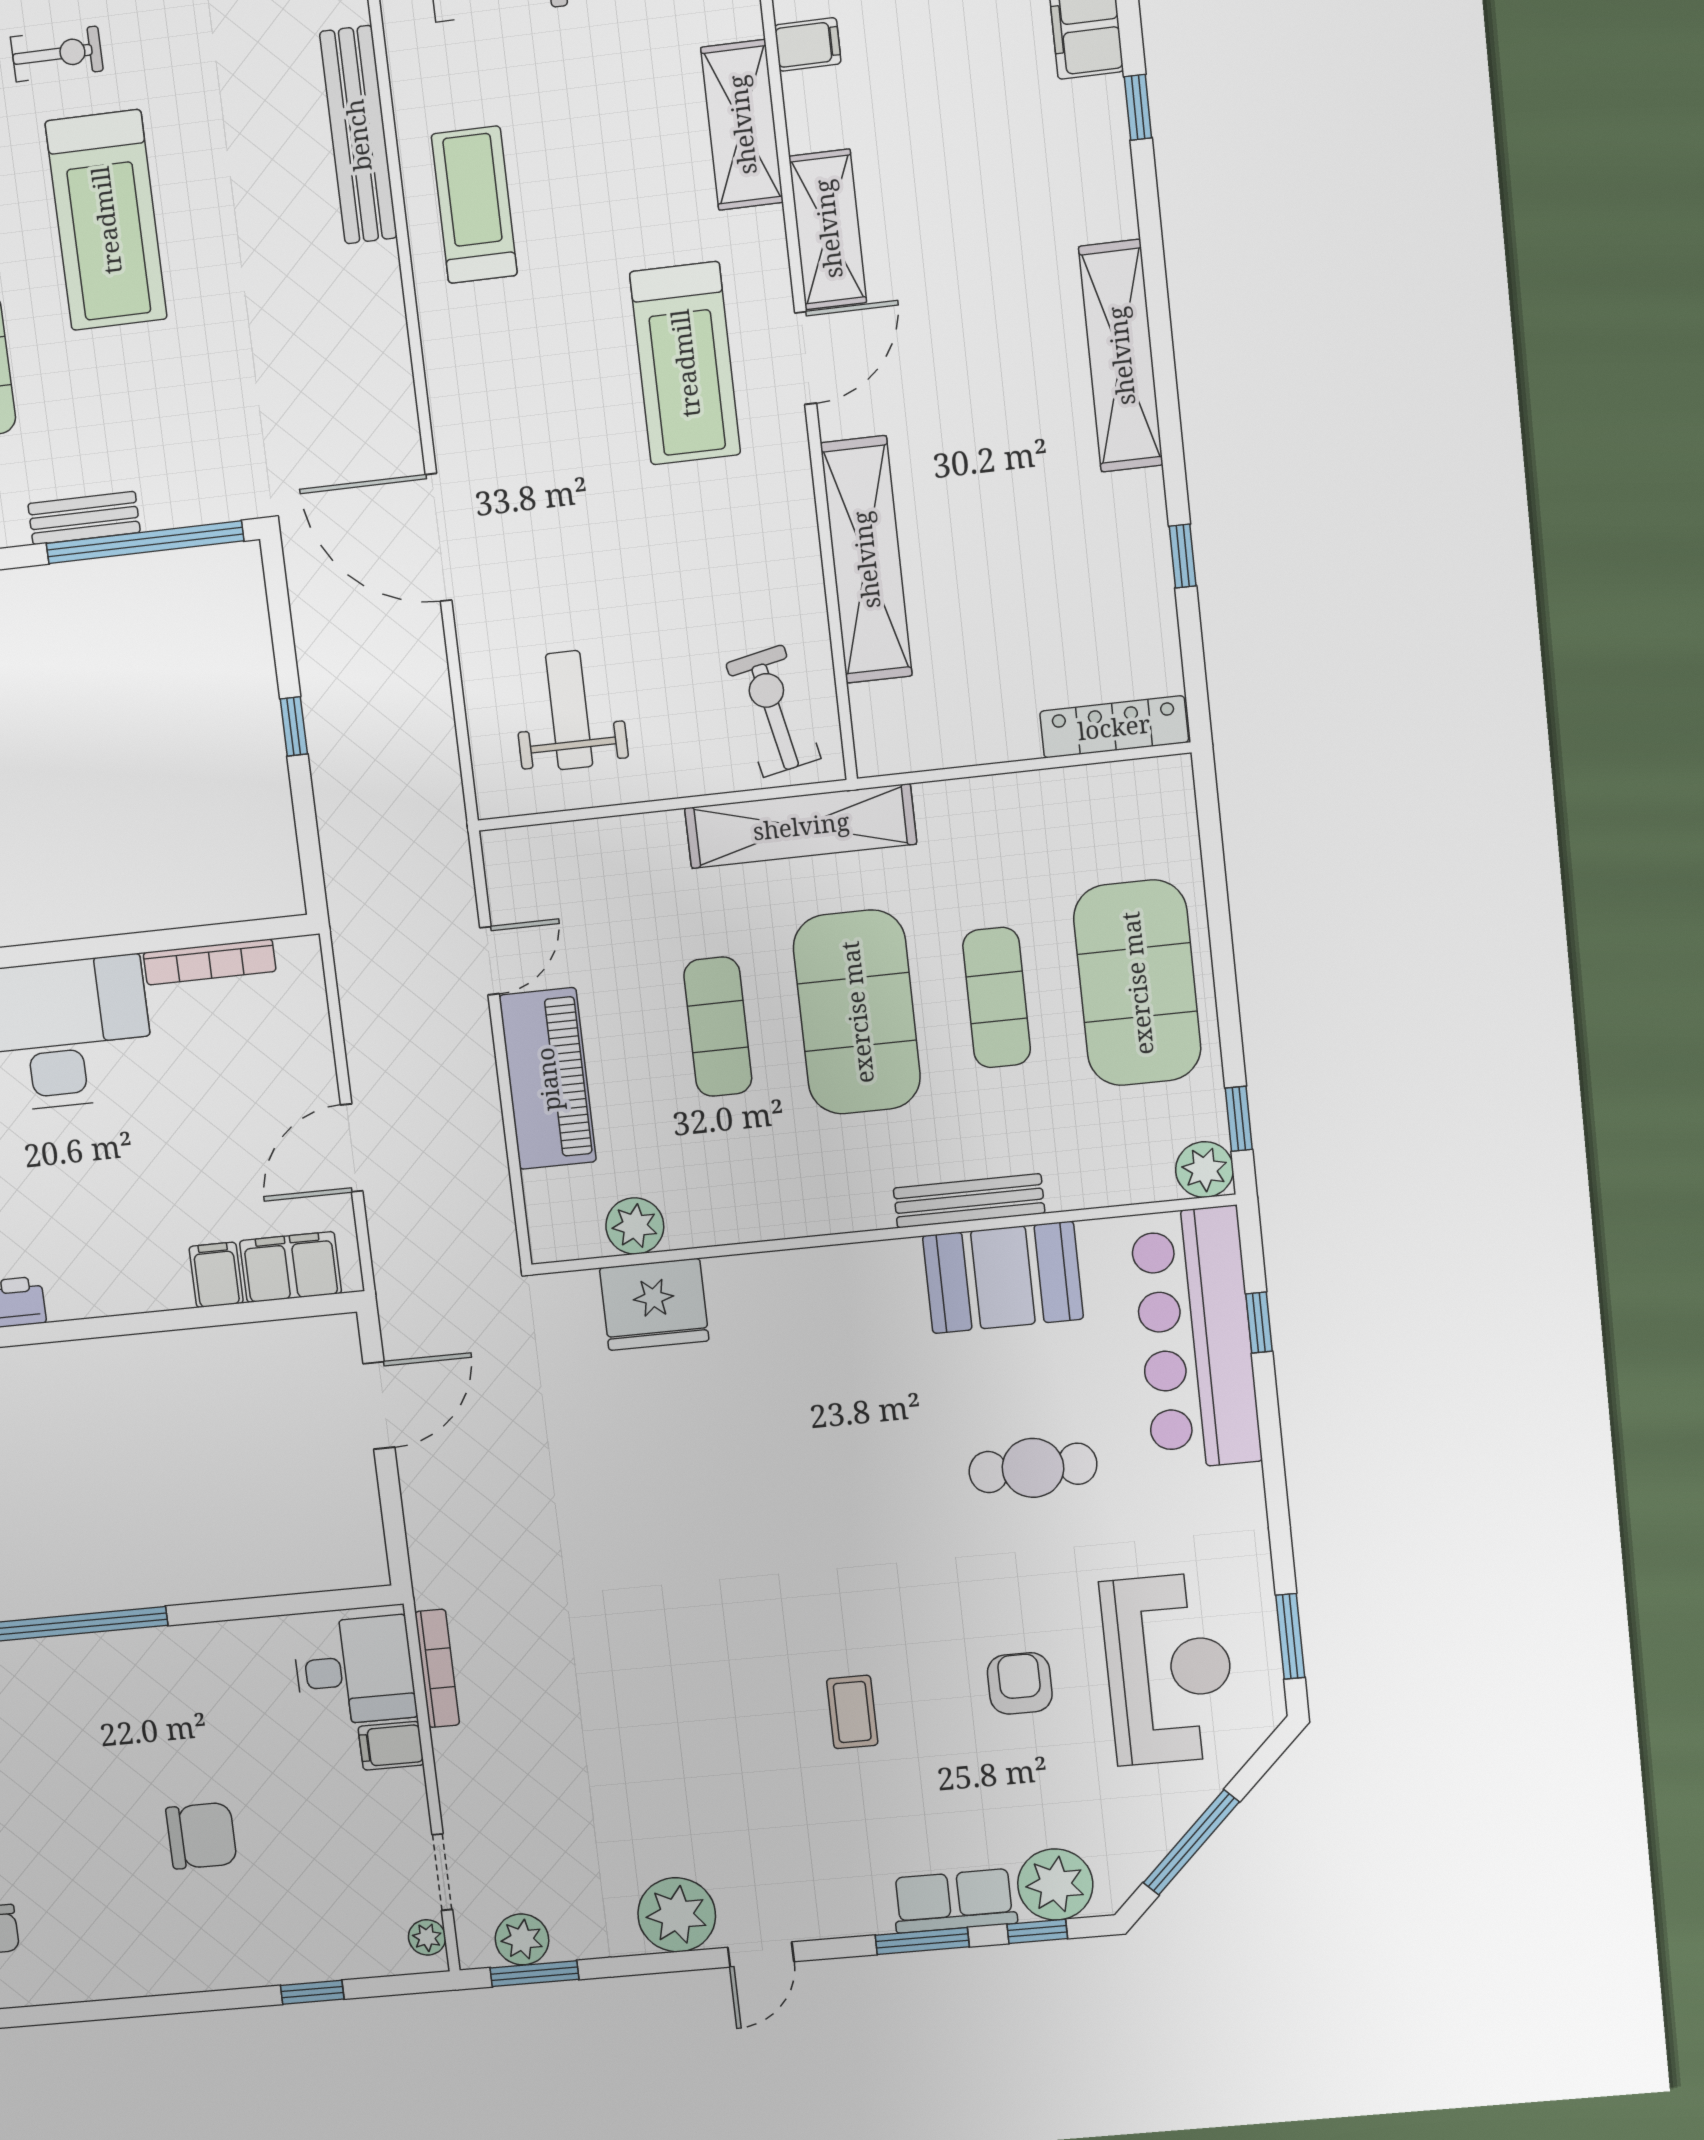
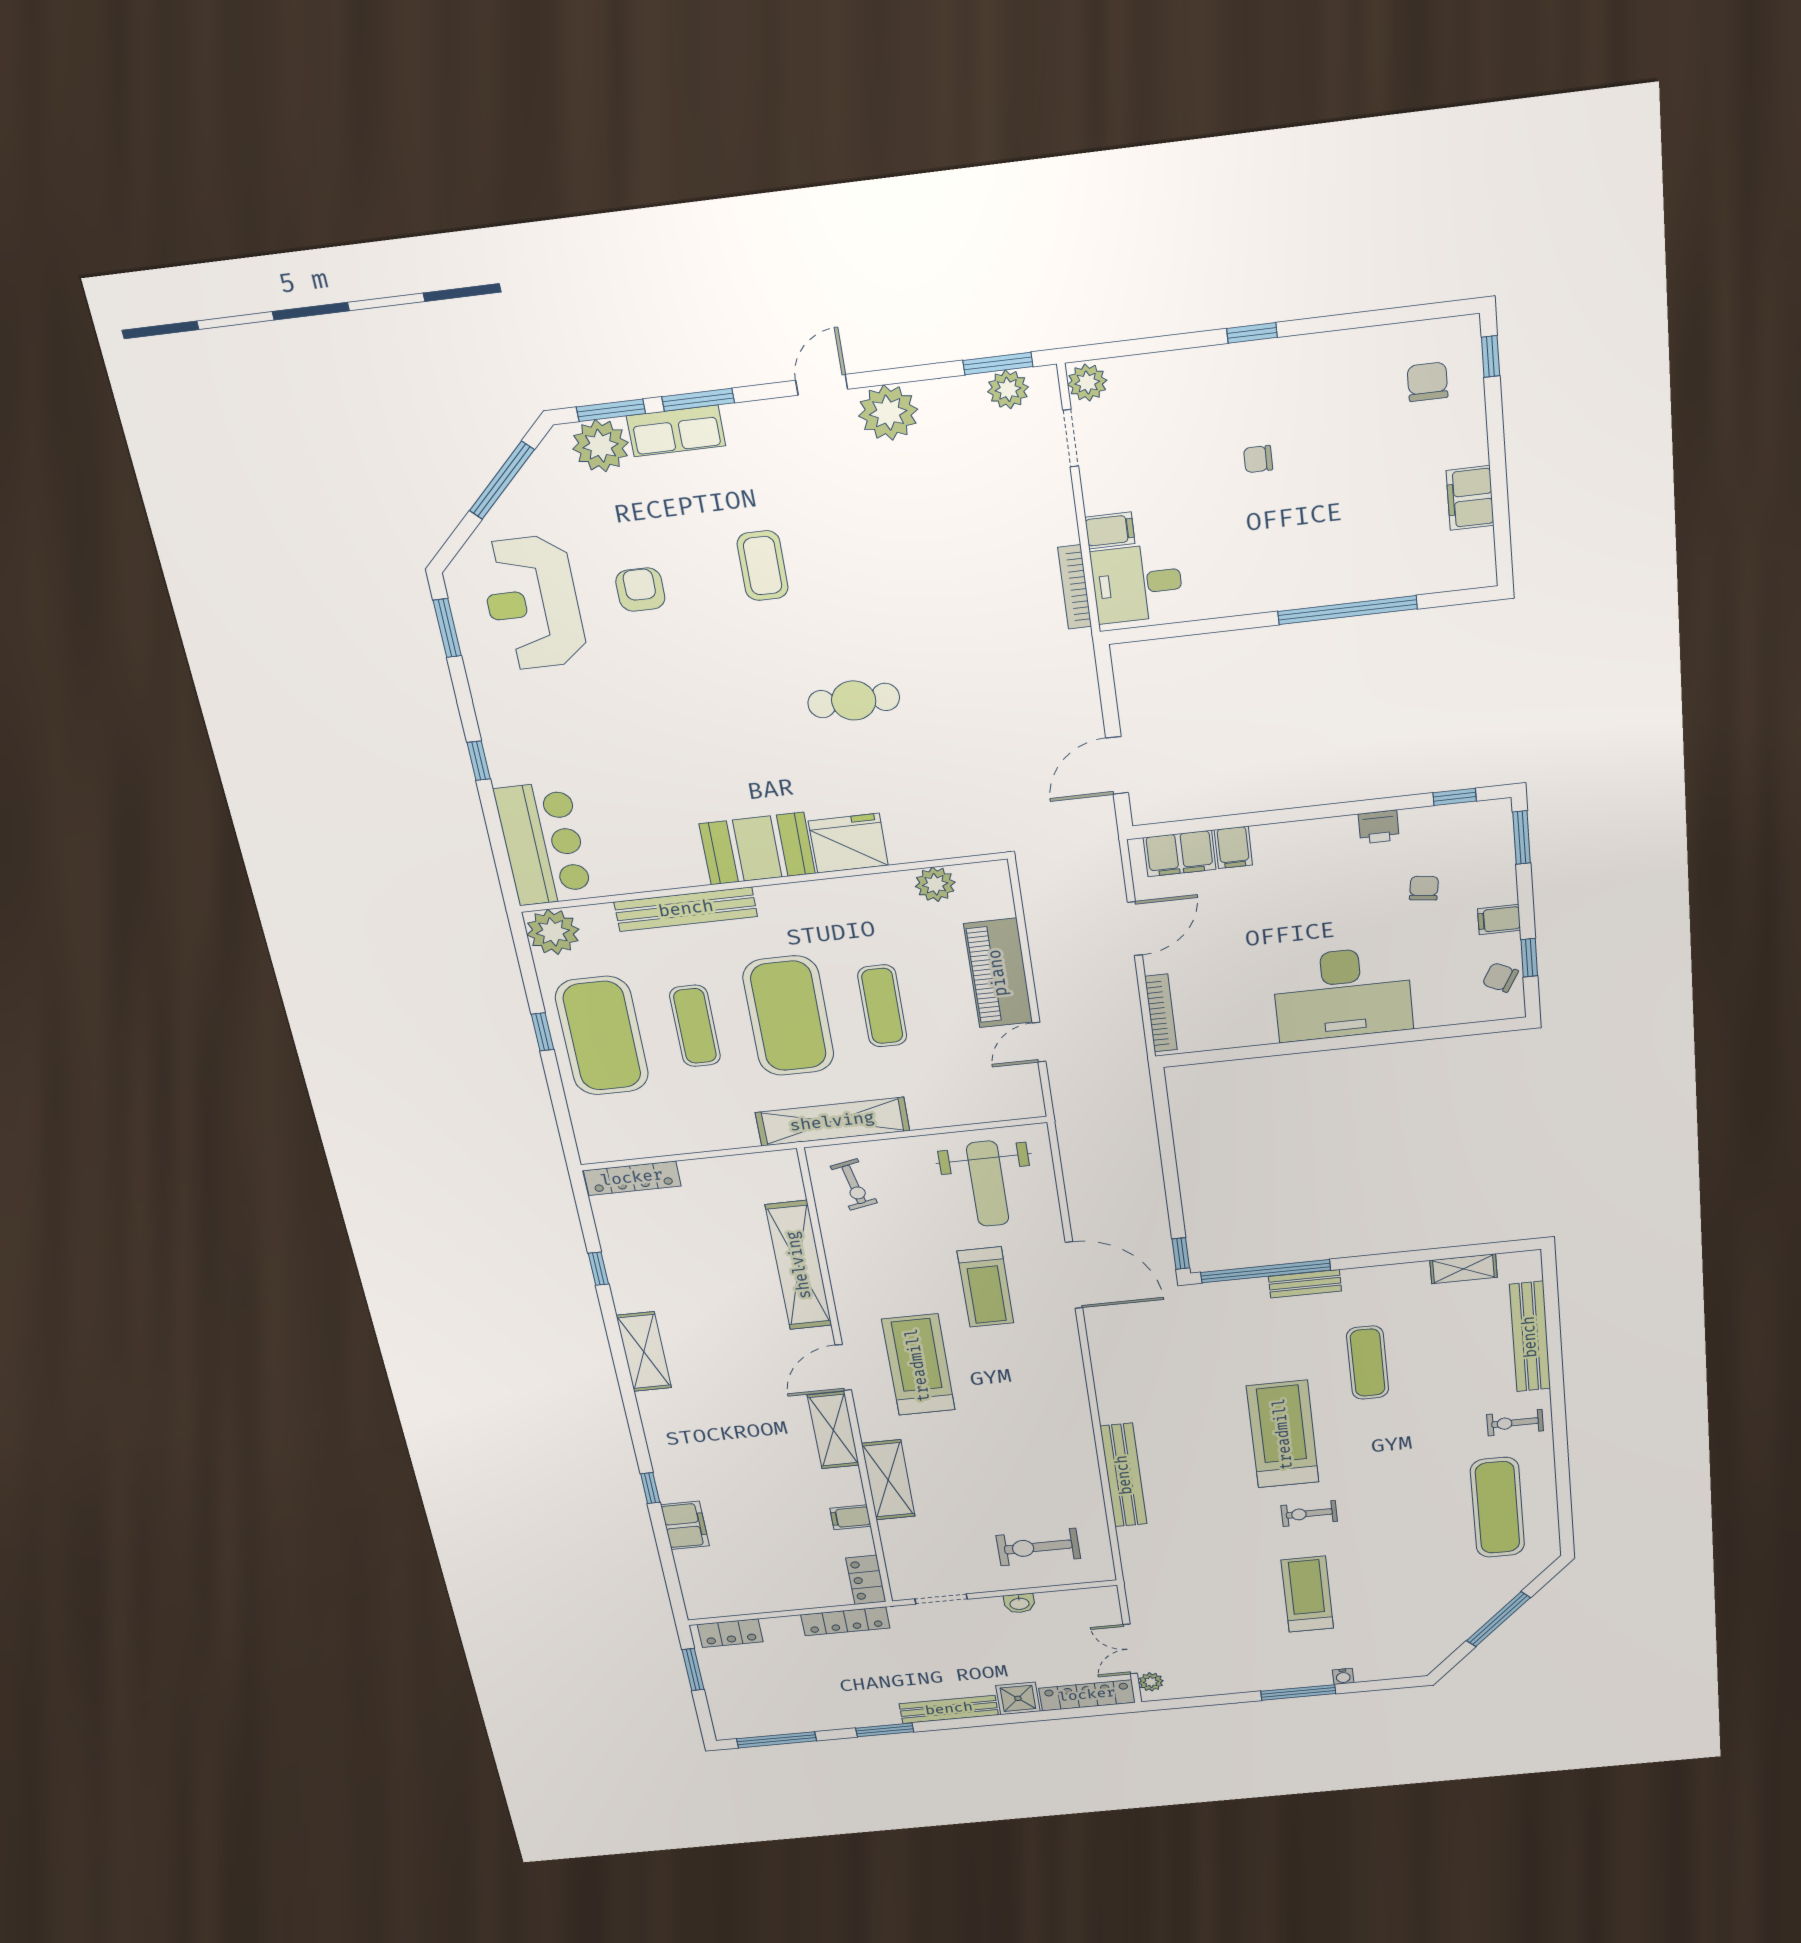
treadmill: (474, 205) -> (985, 1287), moved
shelving: (1121, 356) -> (644, 1352), width x0.68
weight bench: (569, 710) -> (988, 1184), width x1.36, depth x1.33
exercise bike: (773, 711) -> (854, 1185), width x0.73, depth x0.72
window: (294, 726) -> (1181, 1253), moved
bookcase: (210, 962) -> (1161, 1013), moved, turned 90
window: (1239, 1119) -> (543, 1032), moved
plant: (1205, 1170) -> (553, 932), width x1.36, depth x1.36
bench: (969, 1201) -> (686, 909), width x1.37, depth x1.21
booth: (1003, 1277) -> (757, 849), moved
fridge: (654, 1304) -> (848, 843), moved
window: (1259, 1323) -> (479, 761), moved
bar counter: (1196, 1338) -> (543, 844), width x0.73
cafe table: (1033, 1468) -> (854, 700), moved
armchair: (1020, 1683) -> (640, 590), turned 180
coffee table: (852, 1712) -> (763, 566), width x1.36, depth x1.30
chair: (201, 1836) -> (1258, 459), width x0.54, depth x0.54
window: (1037, 1931) -> (611, 410), width x1.50
plant: (427, 1937) -> (1087, 383), width x1.38, depth x1.38
window: (312, 1992) -> (1252, 333), moved

